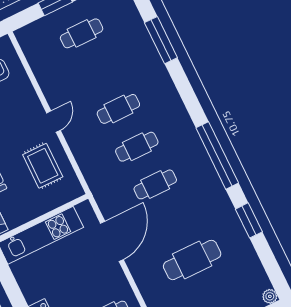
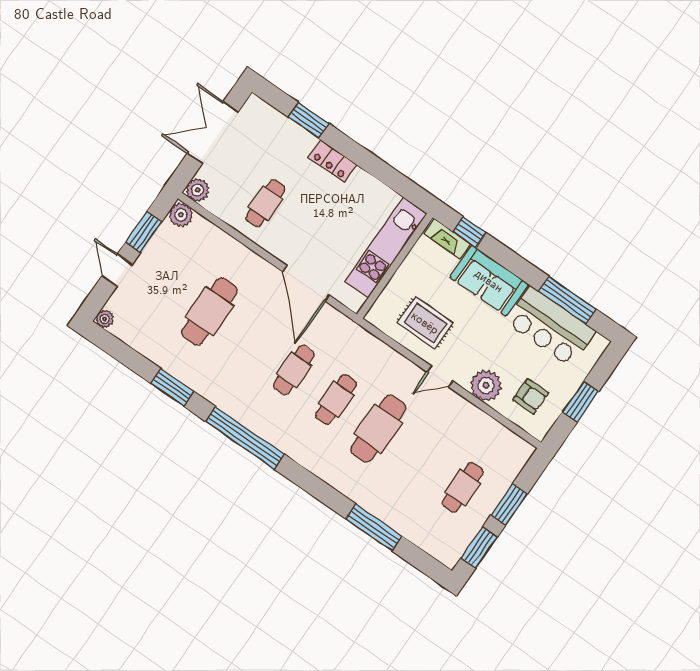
plant: (24, 97) -> (486, 385), added
cafe table: (118, 109) -> (378, 429), width x1.37, depth x1.35
door: (53, 122) -> (440, 376), hinge flipped

